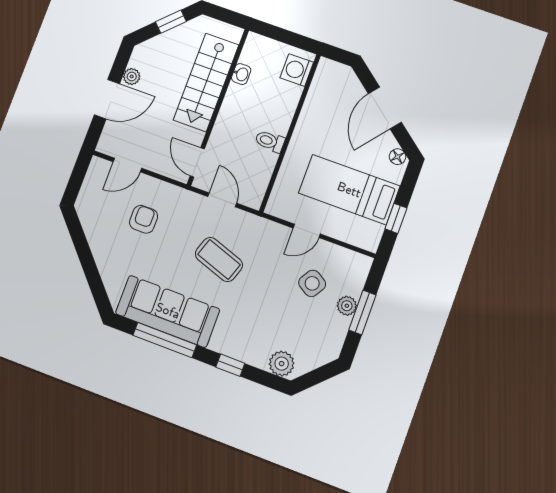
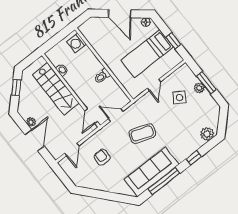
door: (197, 162) -> (91, 116), hinge flipped

